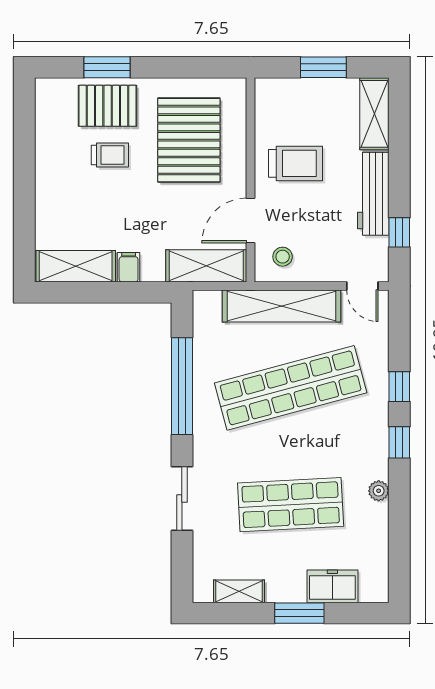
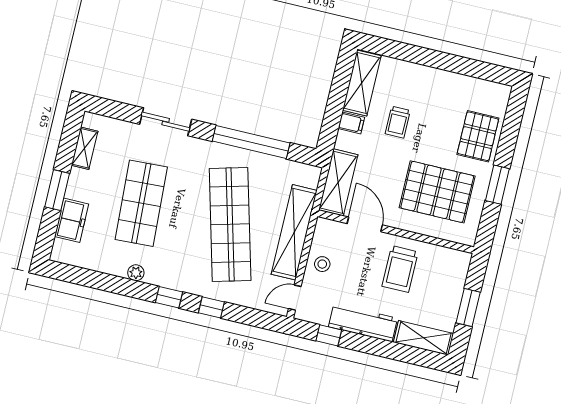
window: (107, 67) -> (497, 185), moved
trolley: (110, 155) -> (398, 122), moved
stool: (283, 257) -> (322, 264), moved

